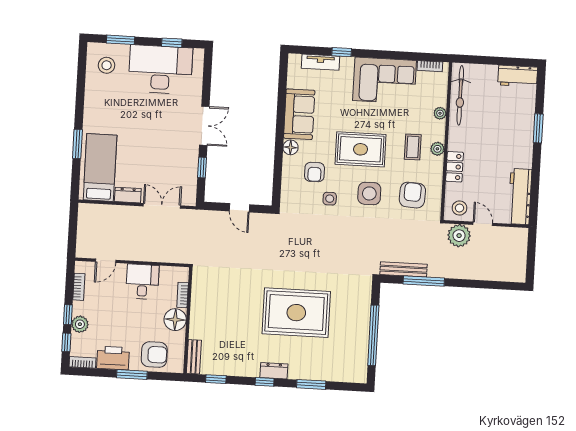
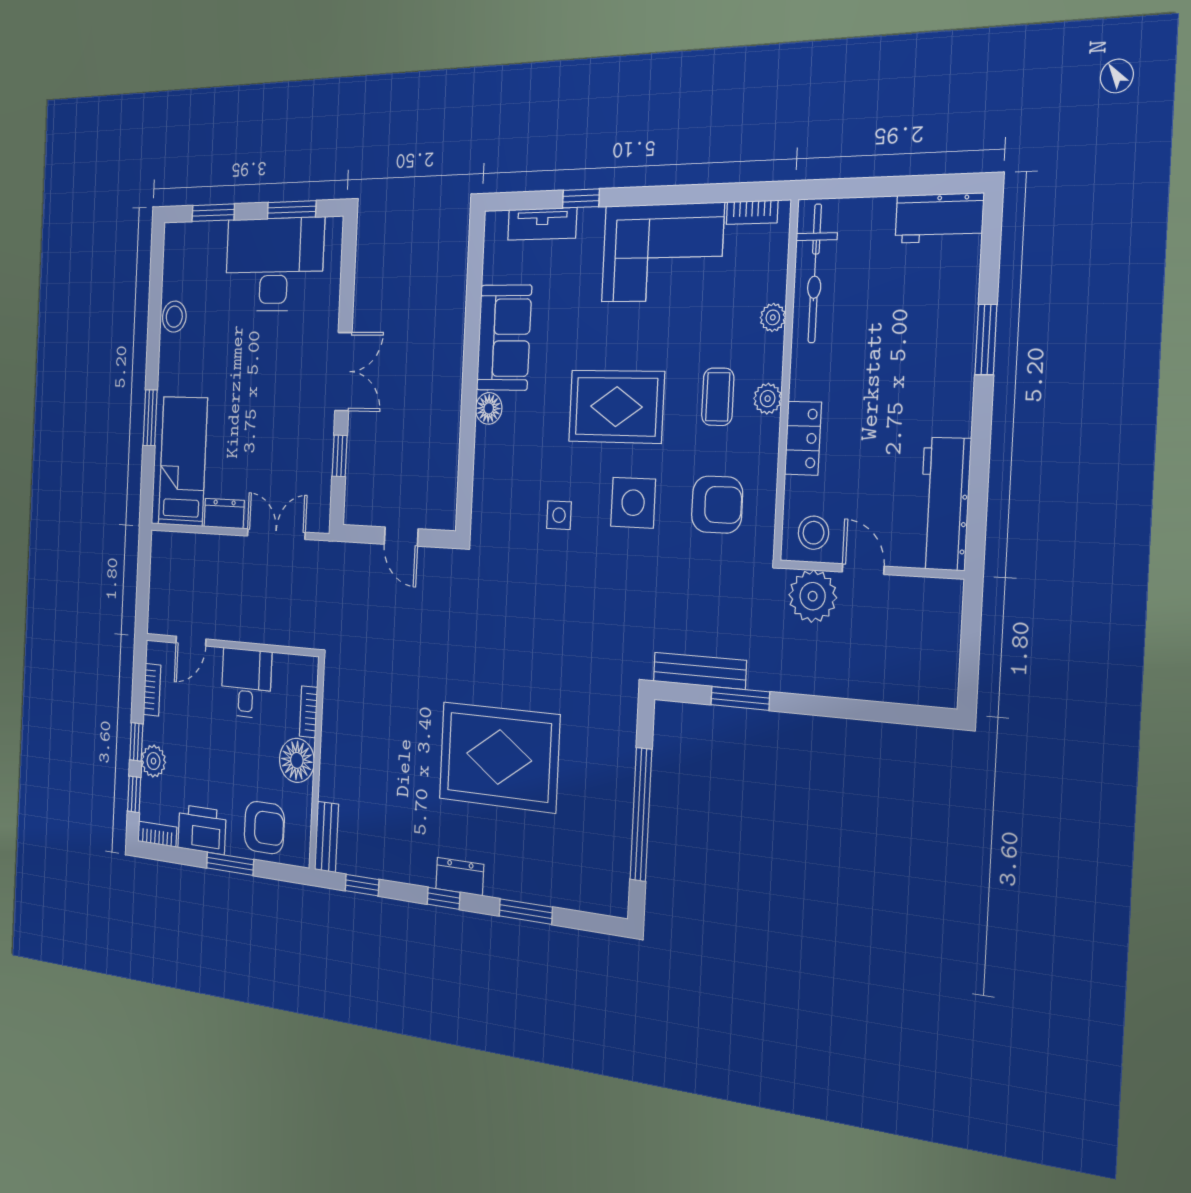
window: (172, 43) -> (292, 210), width x1.50
stool: (107, 65) -> (174, 317), moved
armchair: (315, 172) -> (531, 459), removed
armchair: (412, 195) -> (717, 505), turned 87
window: (424, 281) -> (740, 698), width x0.69

